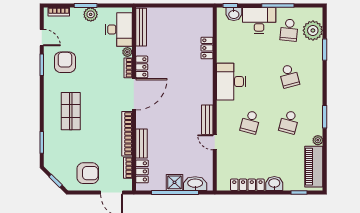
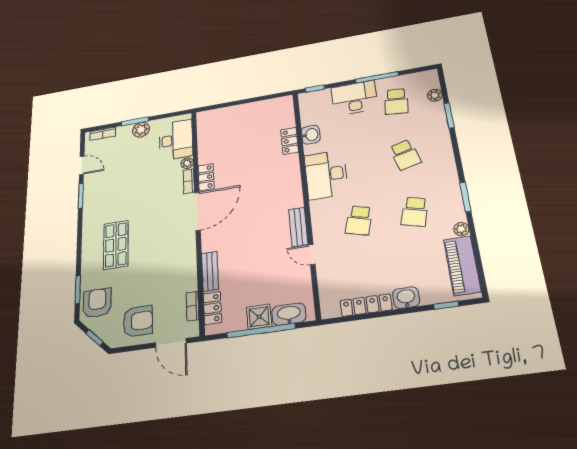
washbasin: (234, 14) -> (311, 135), moved, turned -90
bench: (141, 27) -> (204, 132), removed
plant: (313, 30) -> (435, 95), width x0.53, depth x0.53
armchair: (65, 62) -> (97, 303), moved
bookcase: (127, 134) -> (190, 262), removed

